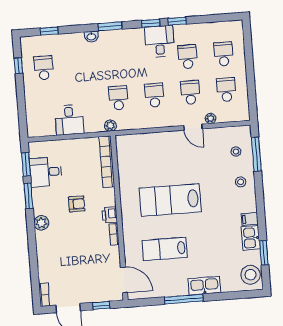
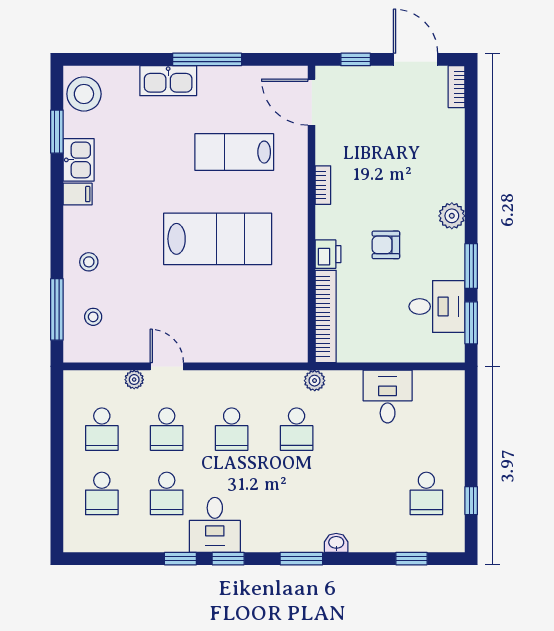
printer: (110, 215) -> (328, 254), moved
lab bench: (165, 249) -> (234, 152), turned 180

